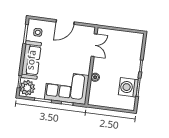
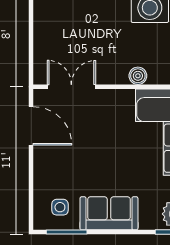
door: (65, 22) -> (31, 126), moved
sofa: (31, 60) -> (109, 213), width x0.73

